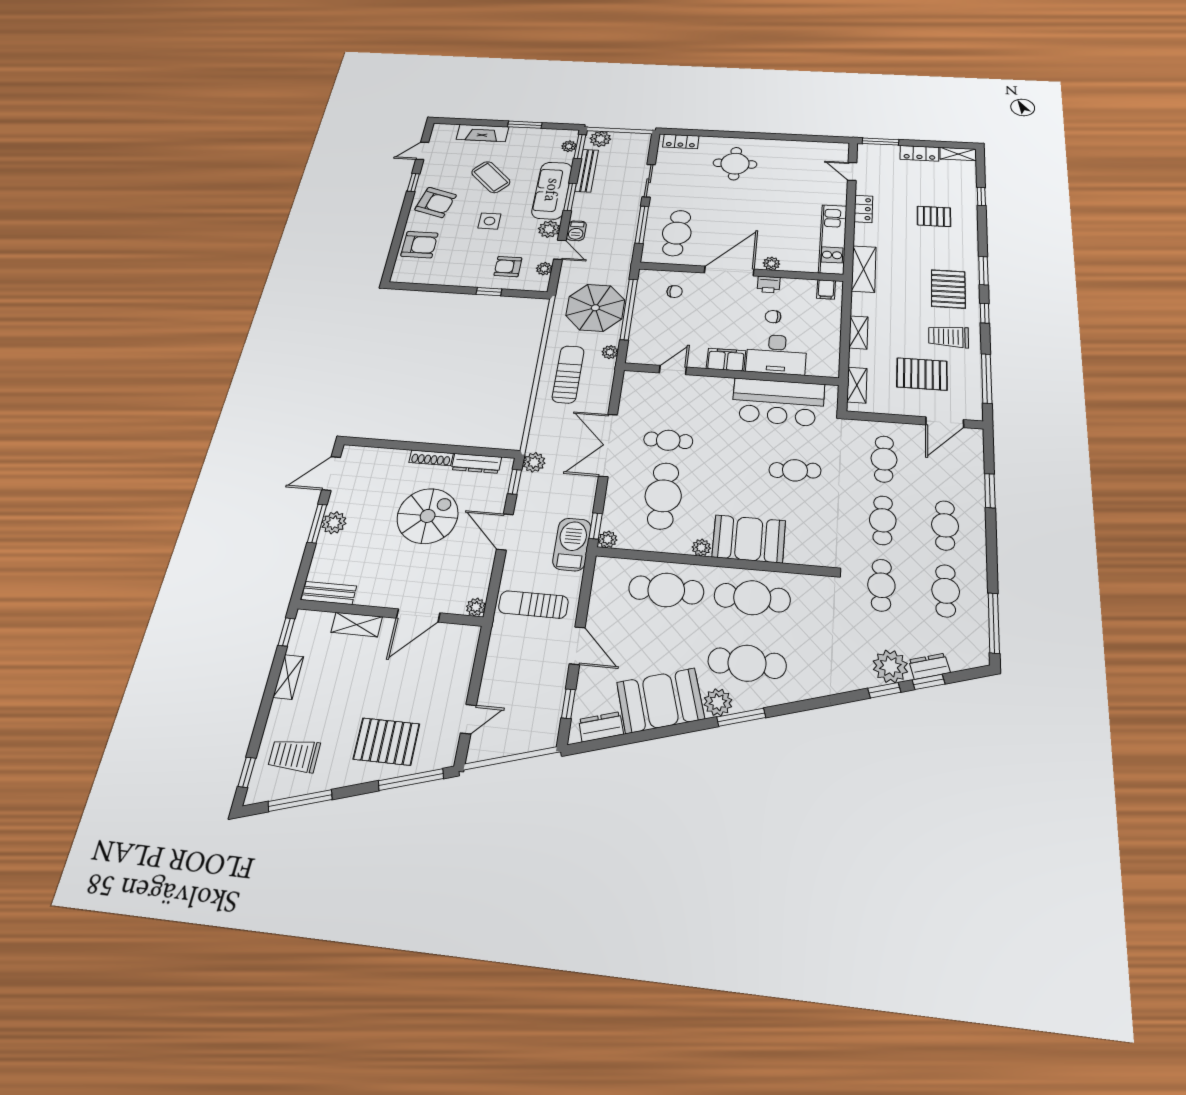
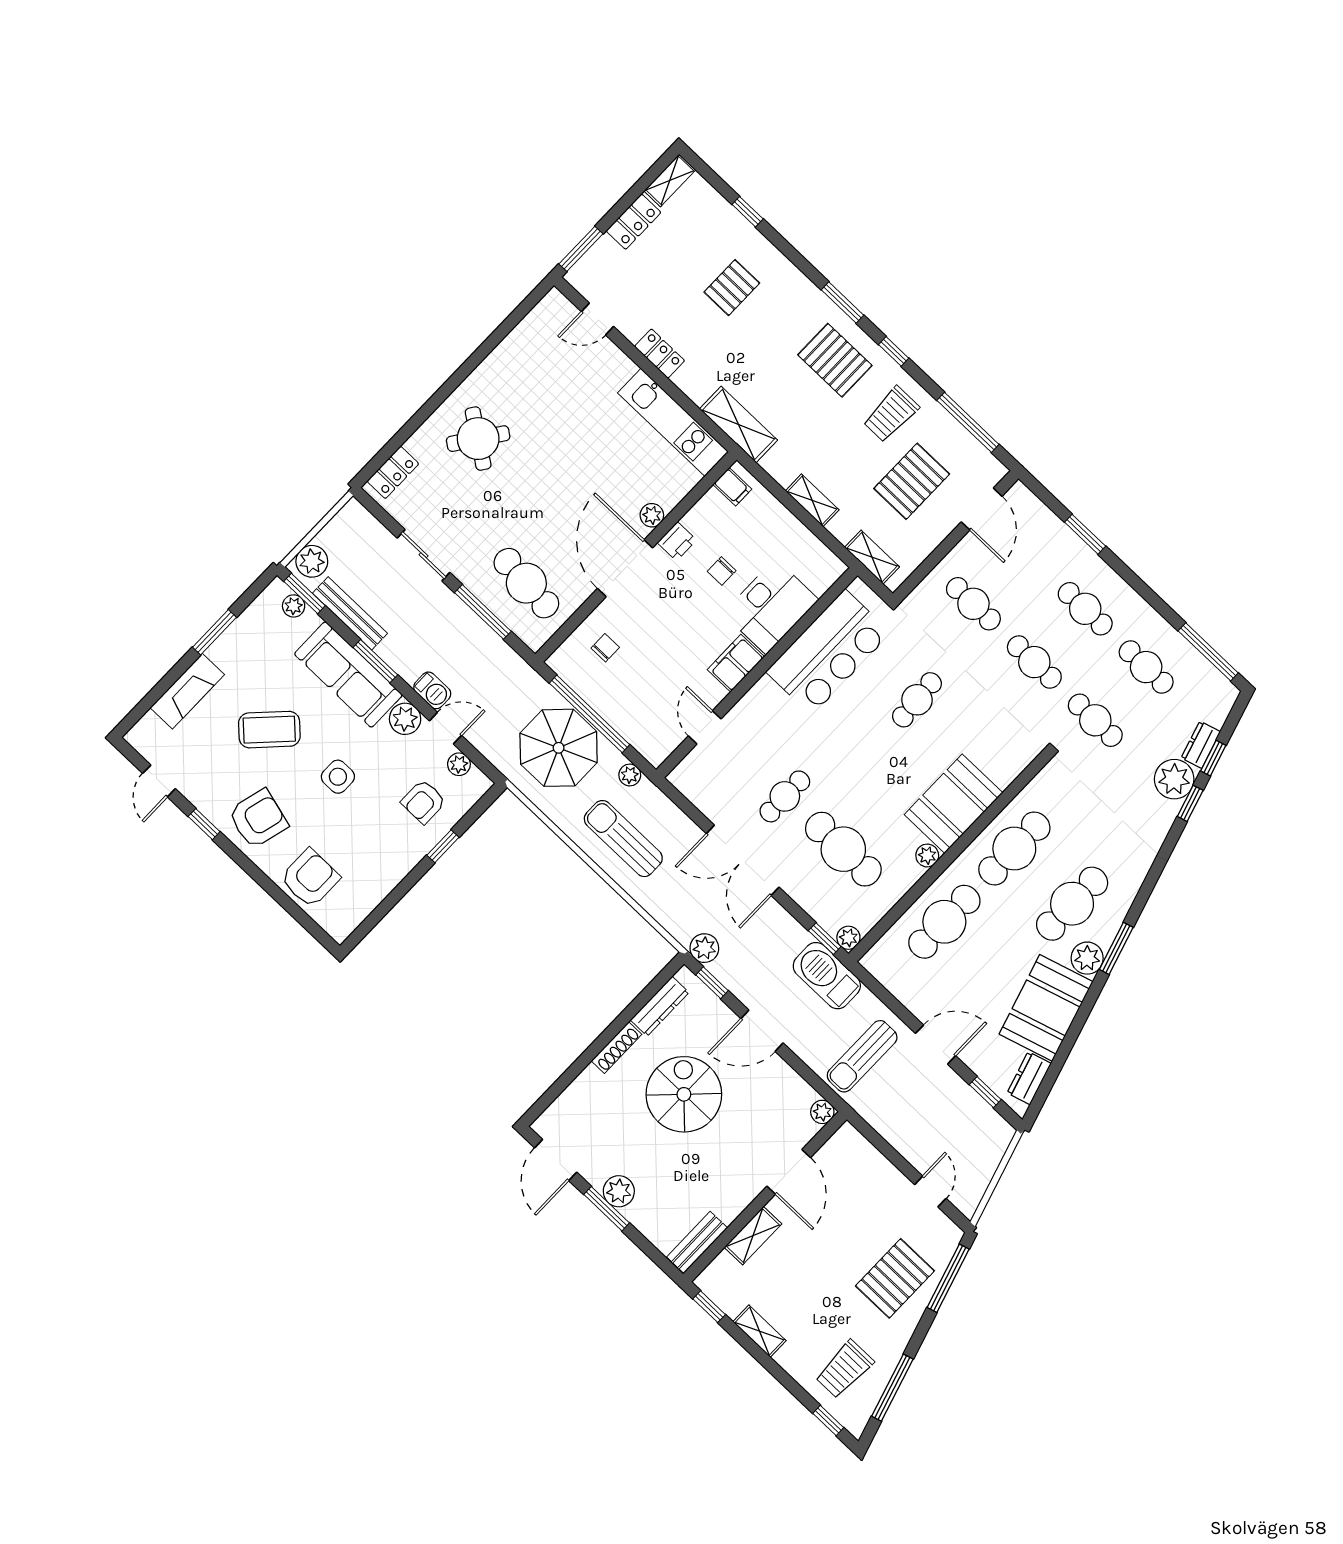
round table: (735, 164) -> (478, 439), turned 35

